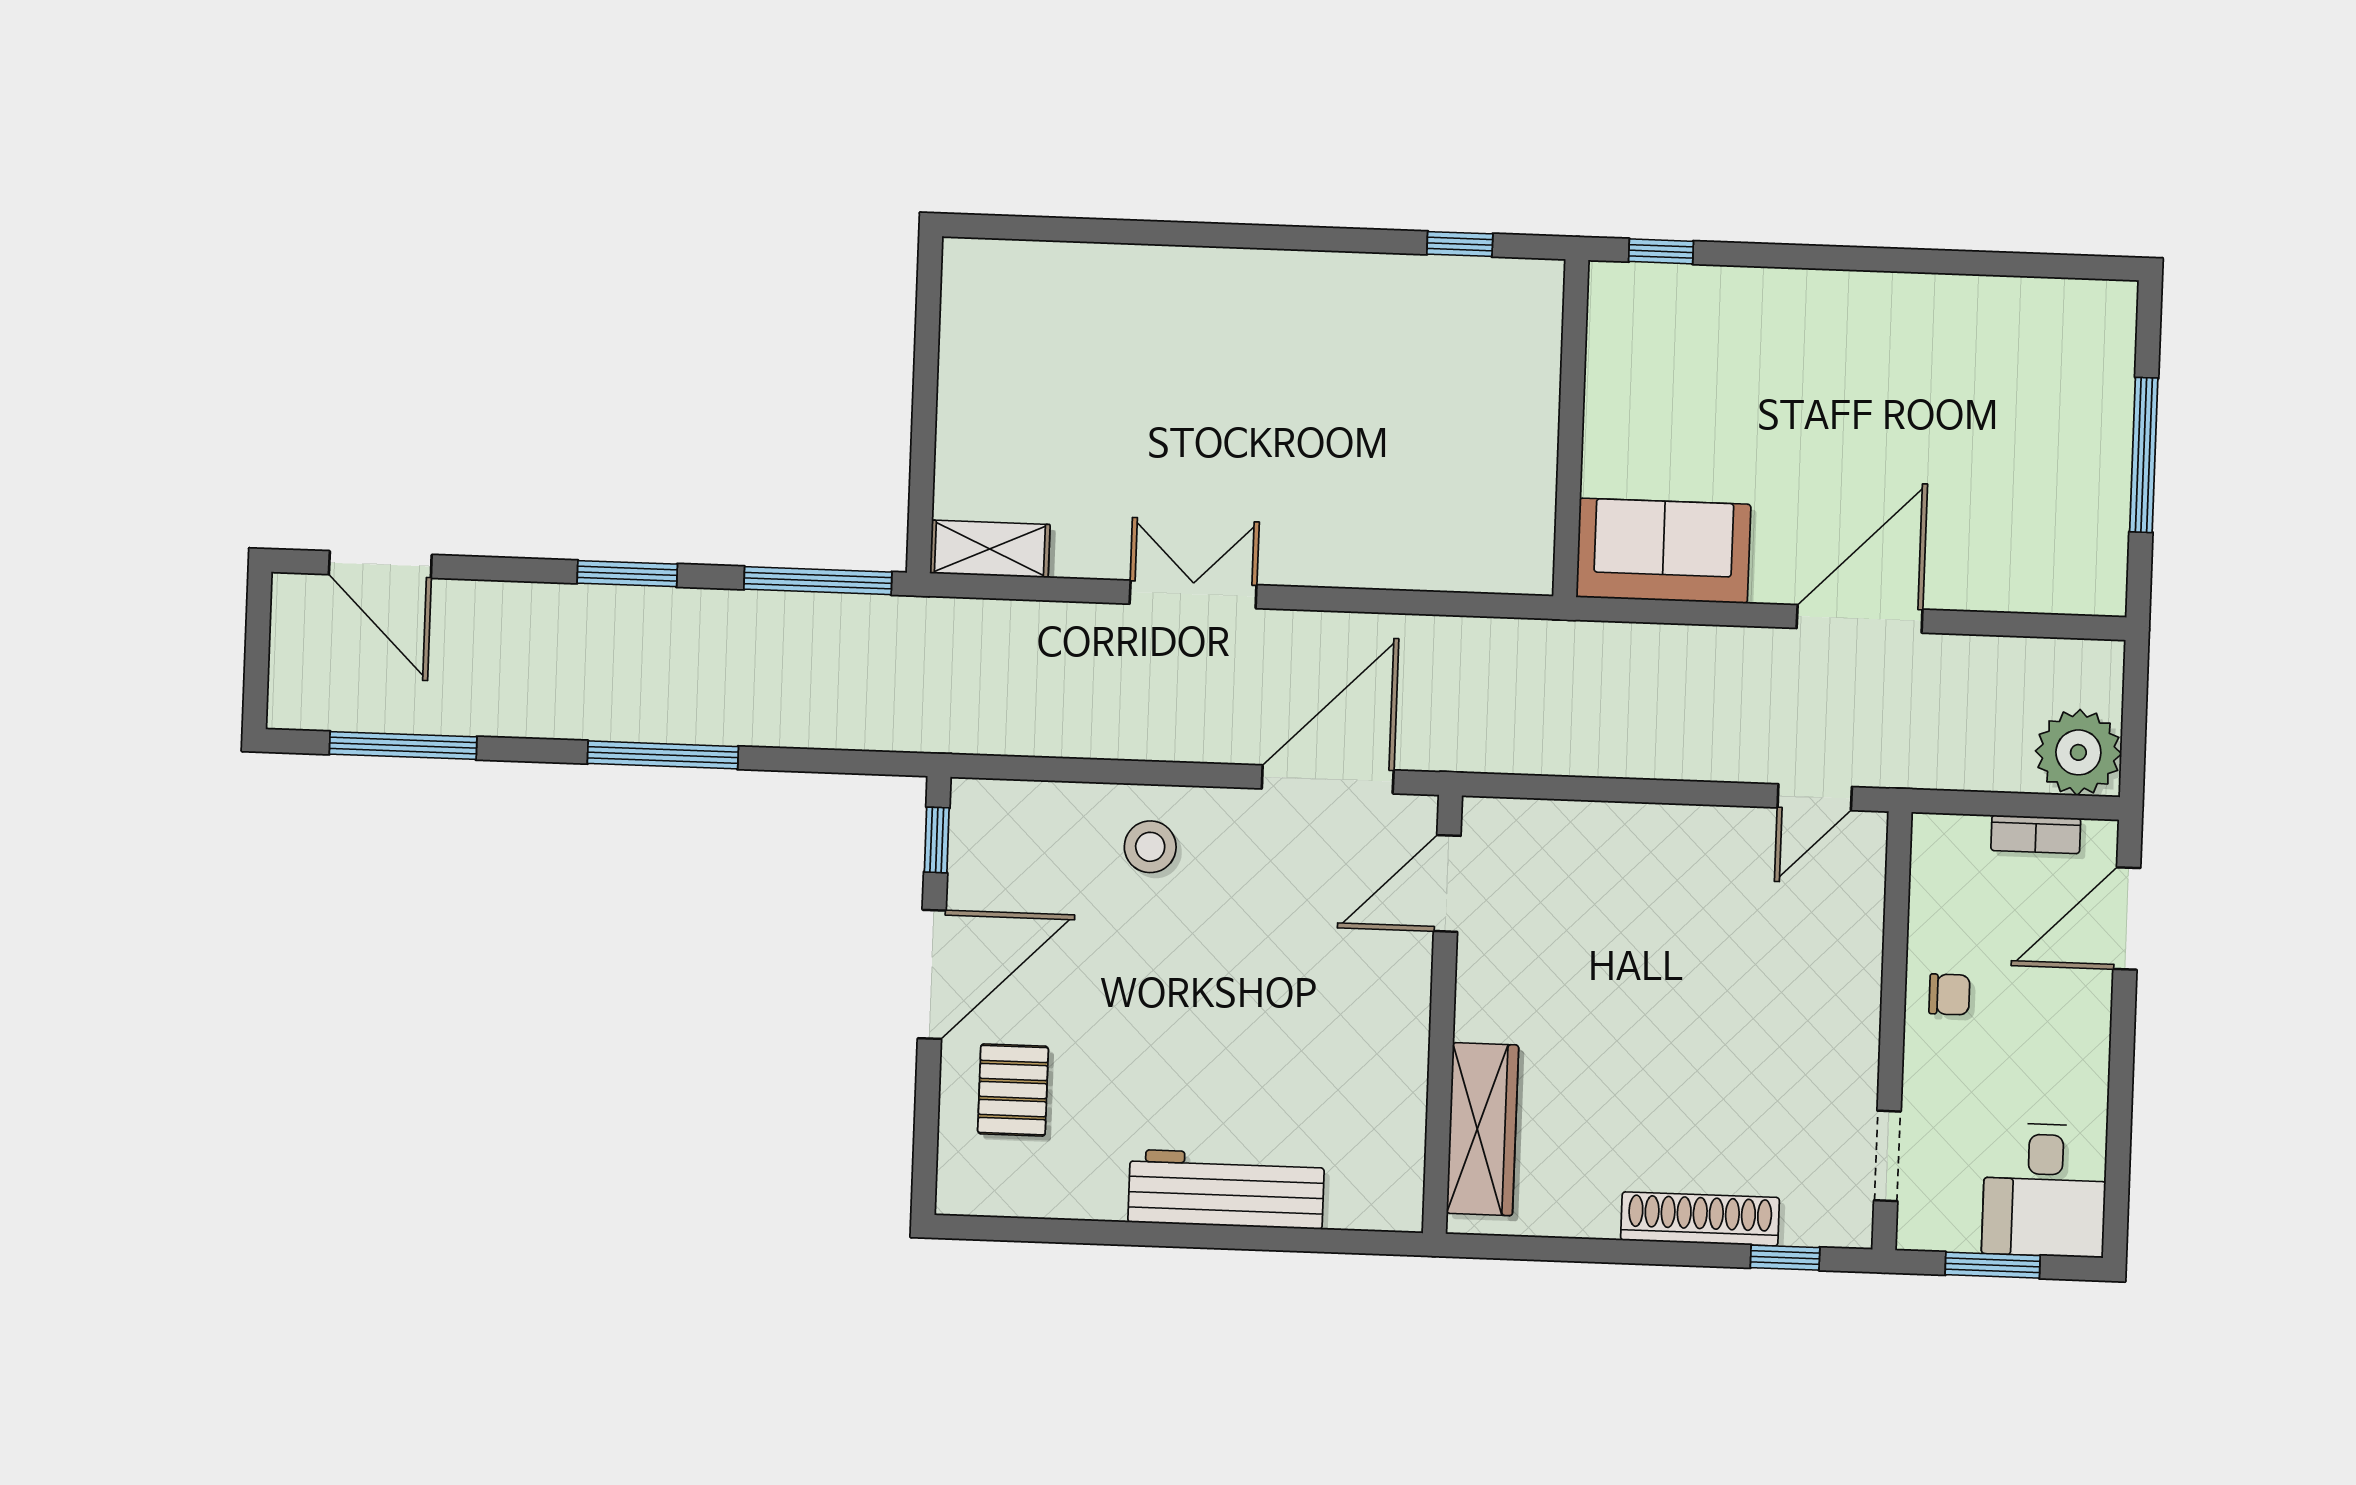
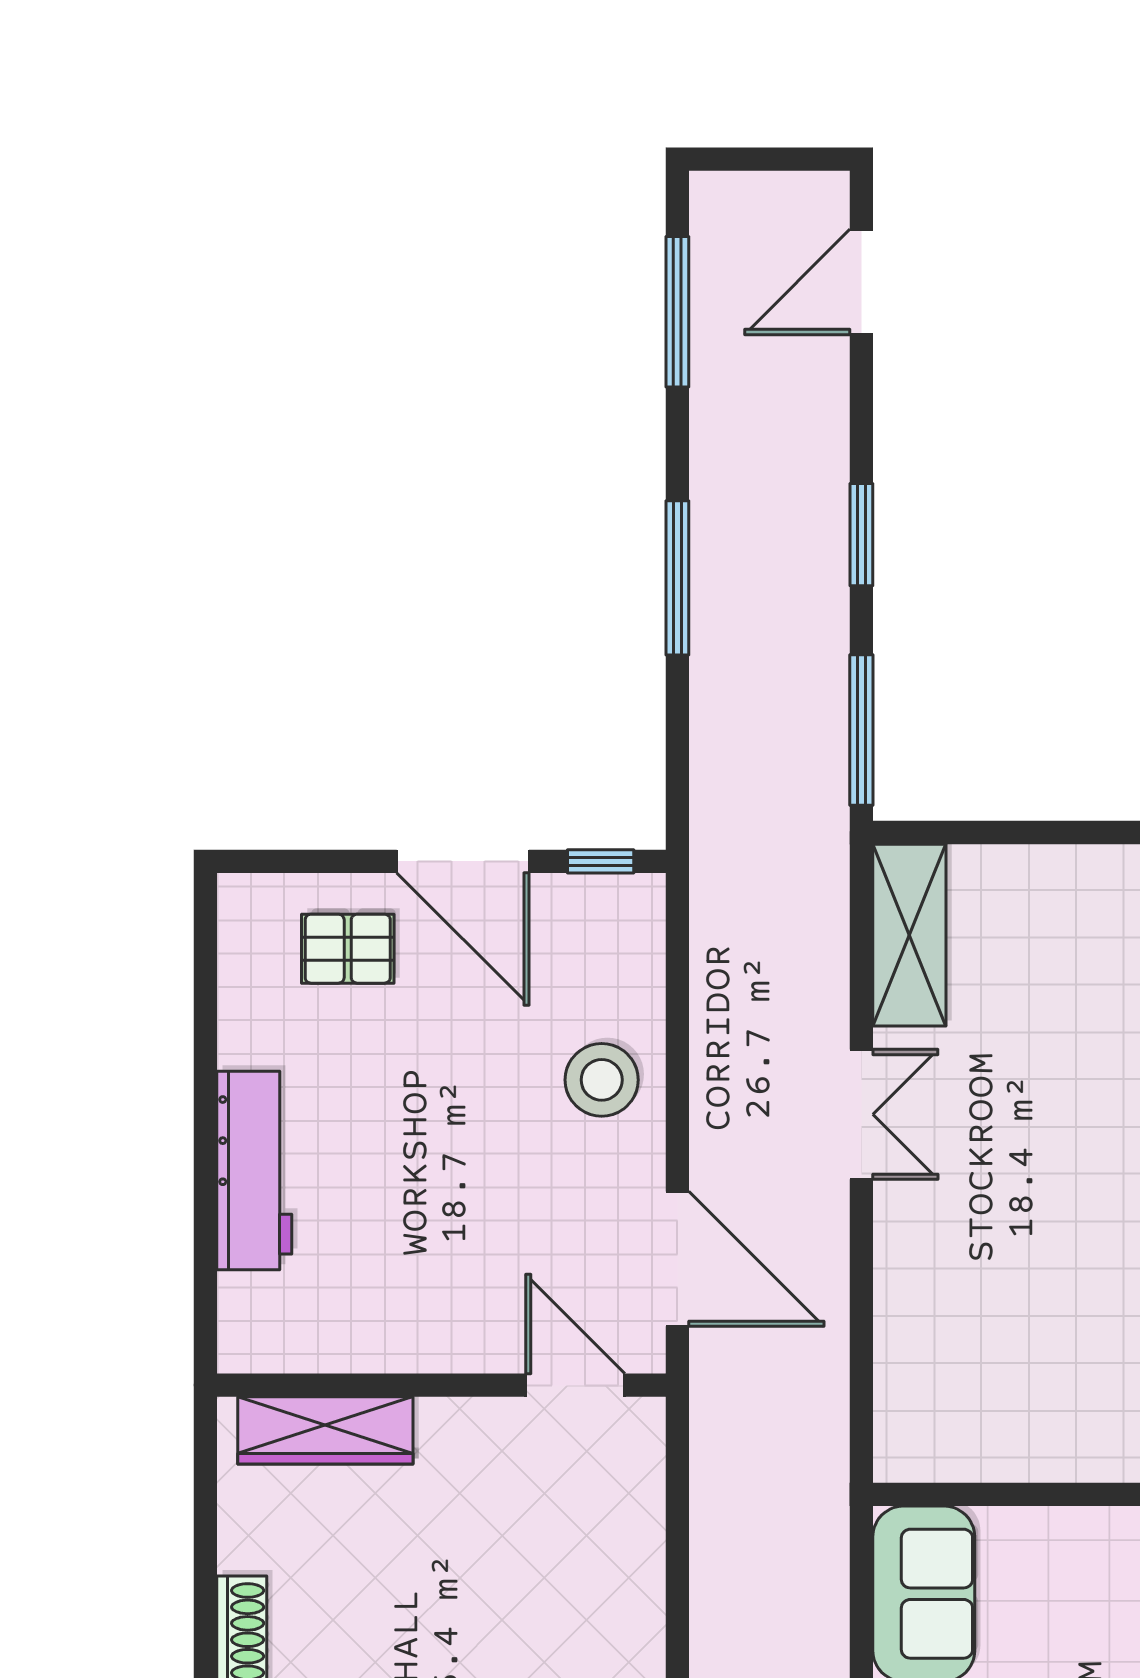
shelving: (990, 549) -> (909, 935), width x1.50, depth x1.33
stool: (1150, 847) -> (602, 1080), width x1.38, depth x1.38

